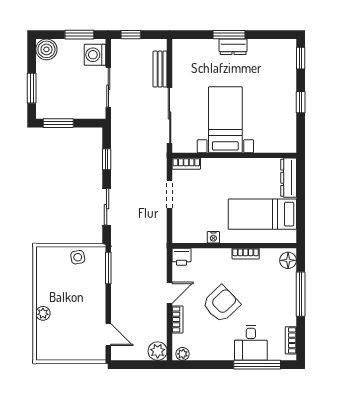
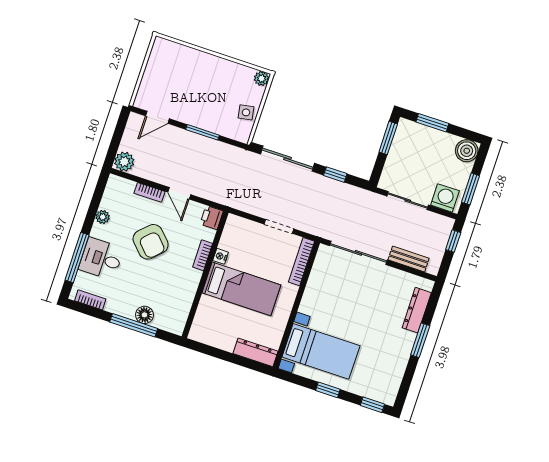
dresser: (233, 47) -> (417, 310), moved, width x1.44
bed with nightstands: (225, 120) -> (321, 351), moved
bookcase: (186, 164) -> (301, 262), width x1.56
sliding door: (107, 207) -> (287, 159), width x1.37
bed: (262, 214) -> (241, 289), moved, turned 90
bookcase: (246, 254) -> (203, 255), moved
floor lamp: (288, 260) -> (144, 315), moved
window: (108, 268) -> (203, 132), moved
plant: (43, 313) -> (262, 79), moved
plant: (183, 354) -> (103, 217), moved

